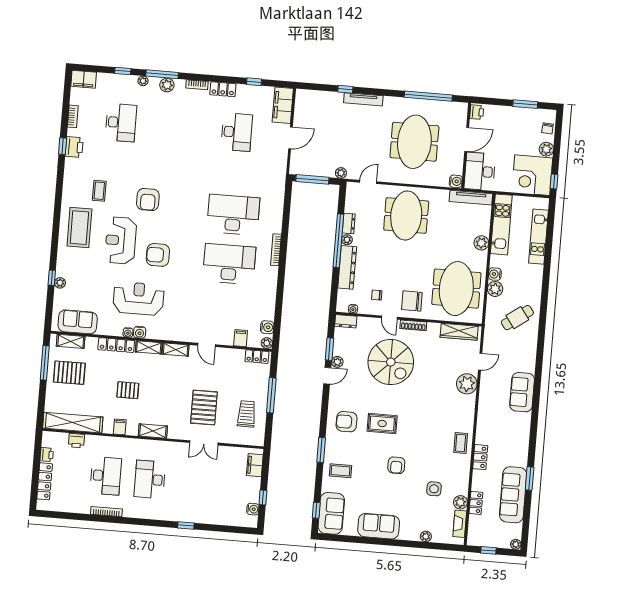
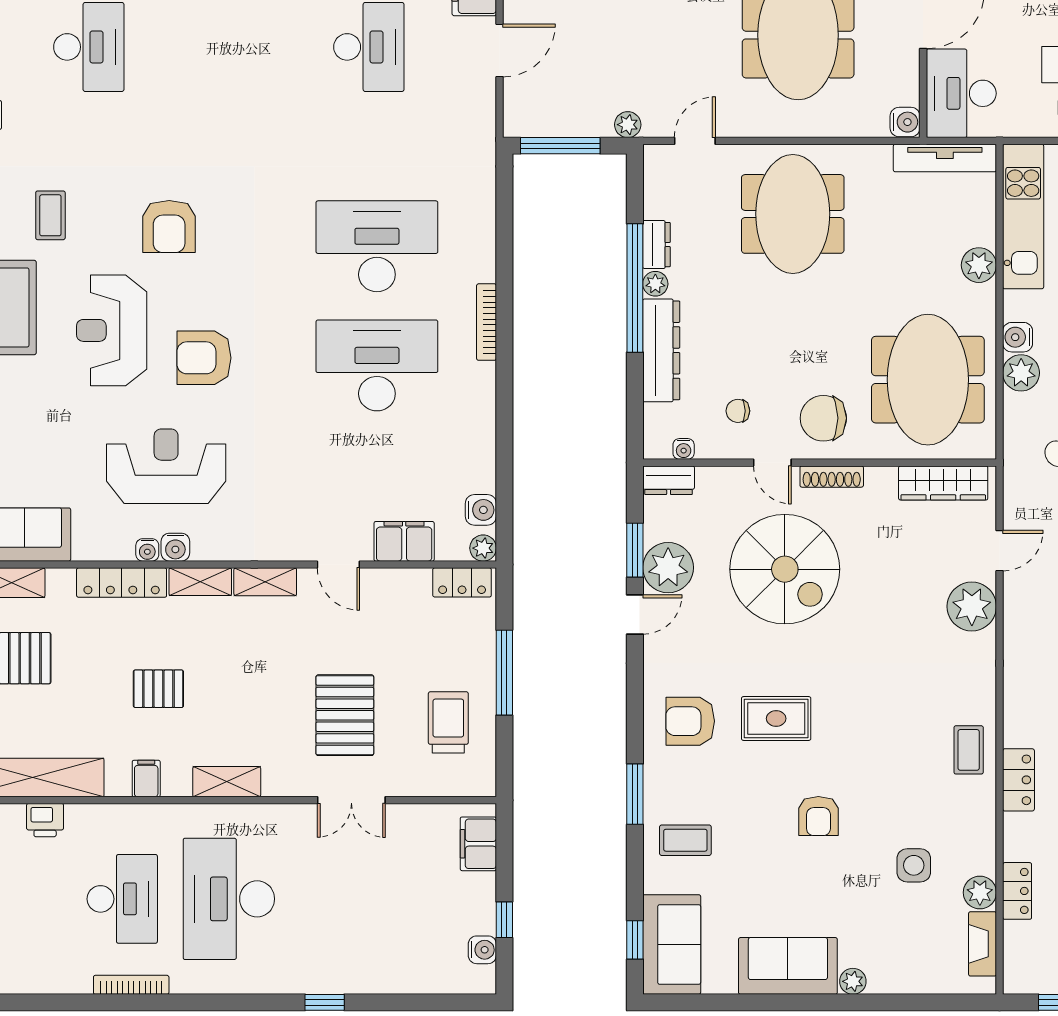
filing cabinet: (241, 338) -> (404, 541), width x2.00
plant: (337, 362) -> (668, 568), width x1.88, depth x1.88
desk: (150, 479) -> (229, 899), width x1.36, depth x1.30
plant: (426, 536) -> (853, 981), moved

